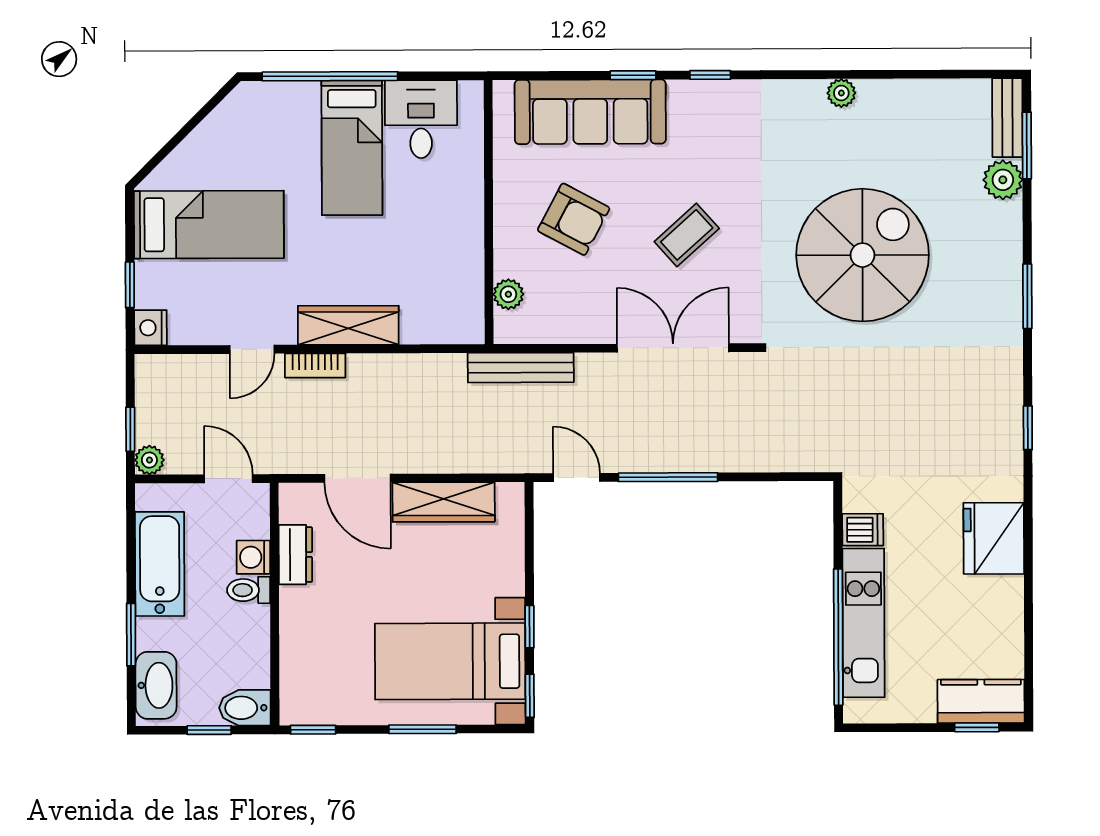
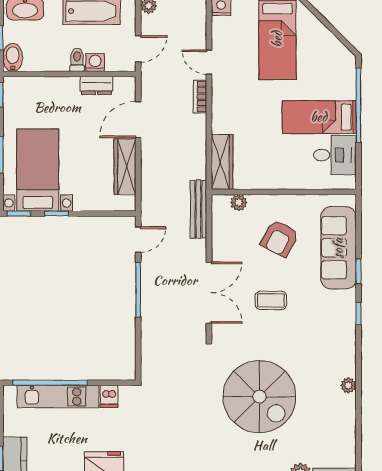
coffee table: (687, 235) -> (271, 300), turned -48
wardrobe: (348, 325) -> (222, 162), moved

